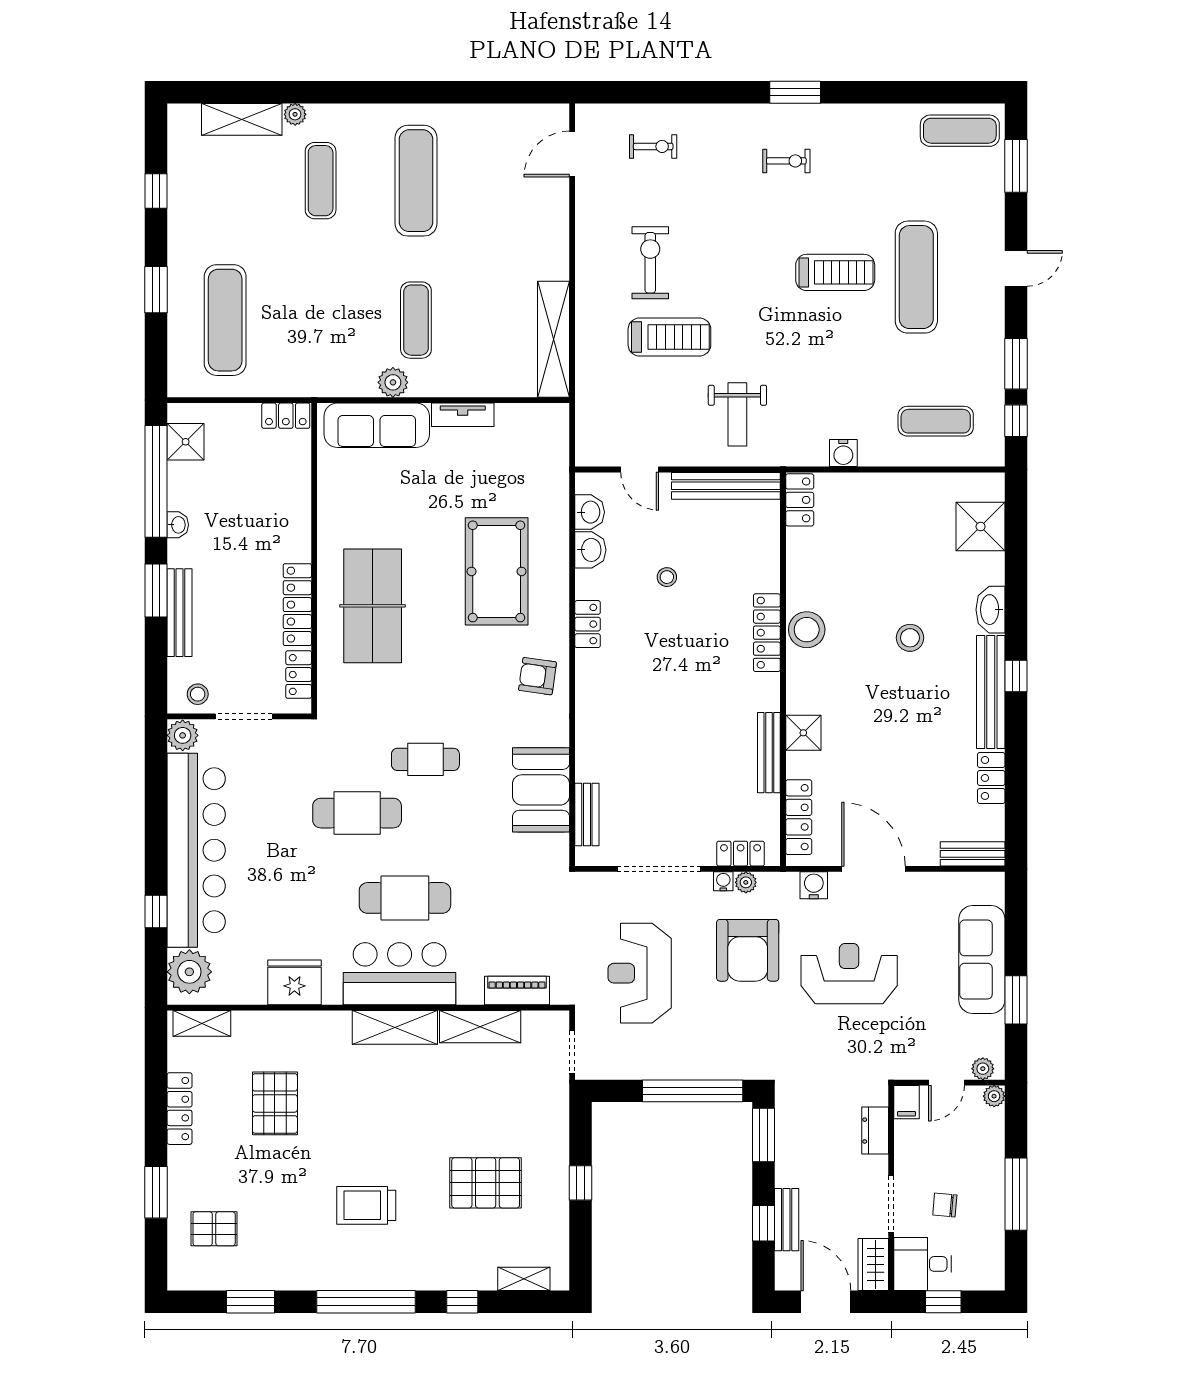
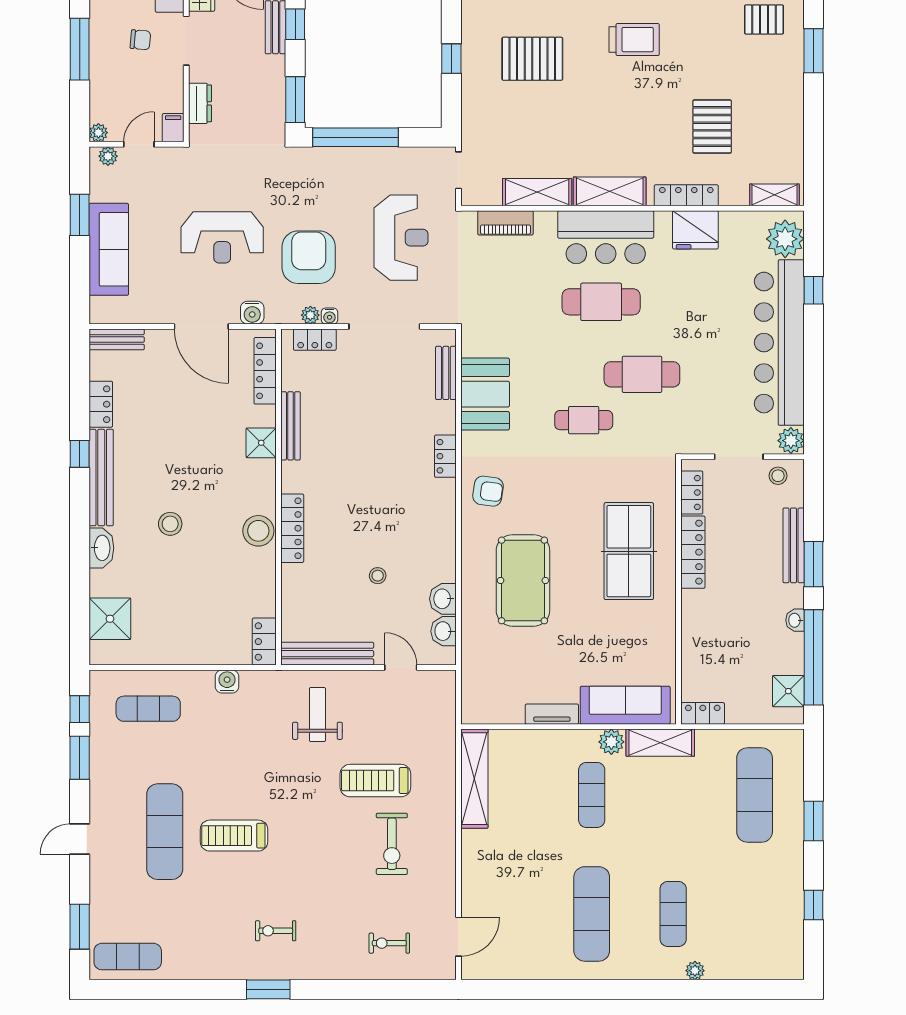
shelving: (242, 119) -> (660, 743), moved
locker: (588, 624) -> (445, 456), moved
window: (1016, 676) -> (80, 454), moved
locker: (180, 1109) -> (686, 195), moved, turned 90

